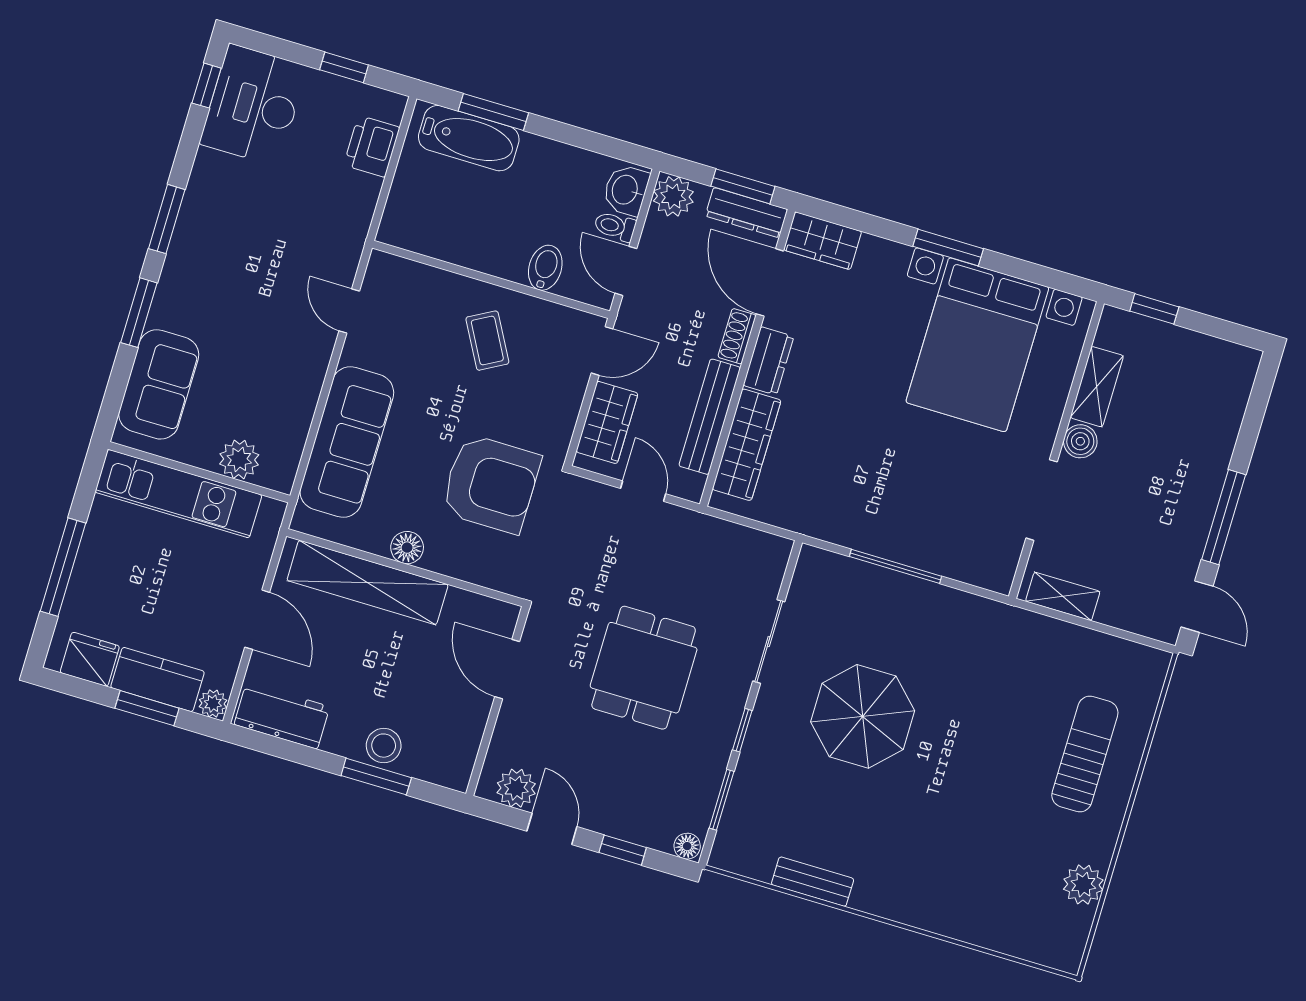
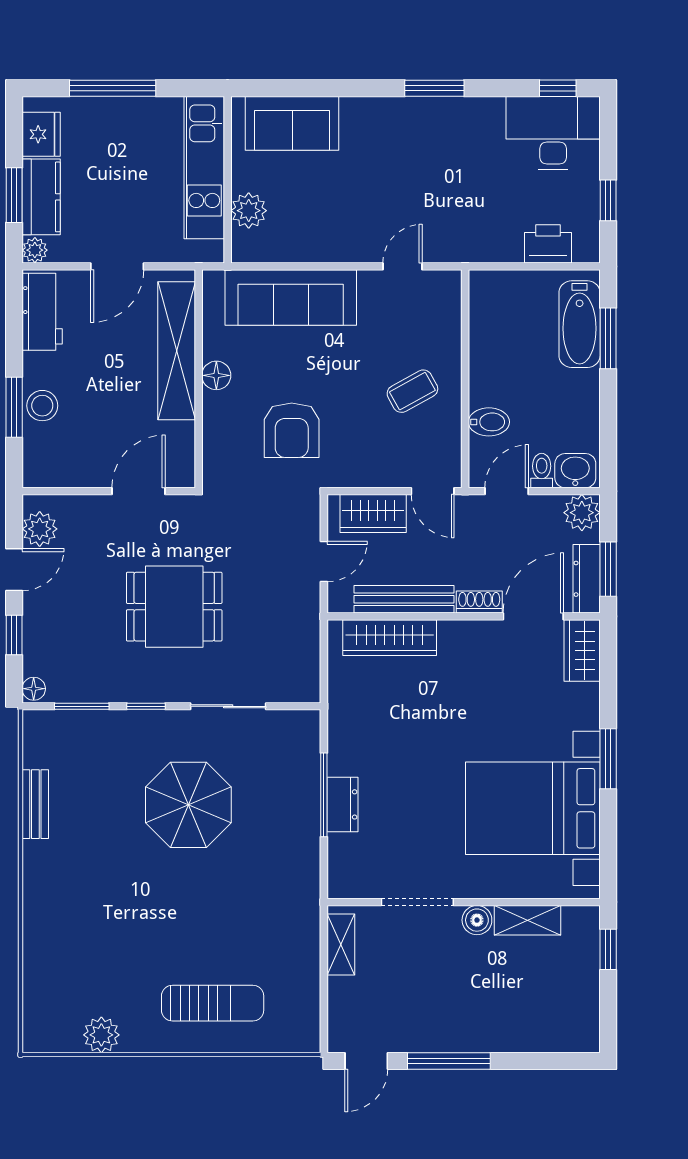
window: (139, 313) -> (348, 88), removed
dresser: (768, 361) -> (343, 804), moved, turned -90
armchair: (491, 484) -> (292, 430), width x0.73, depth x0.73

